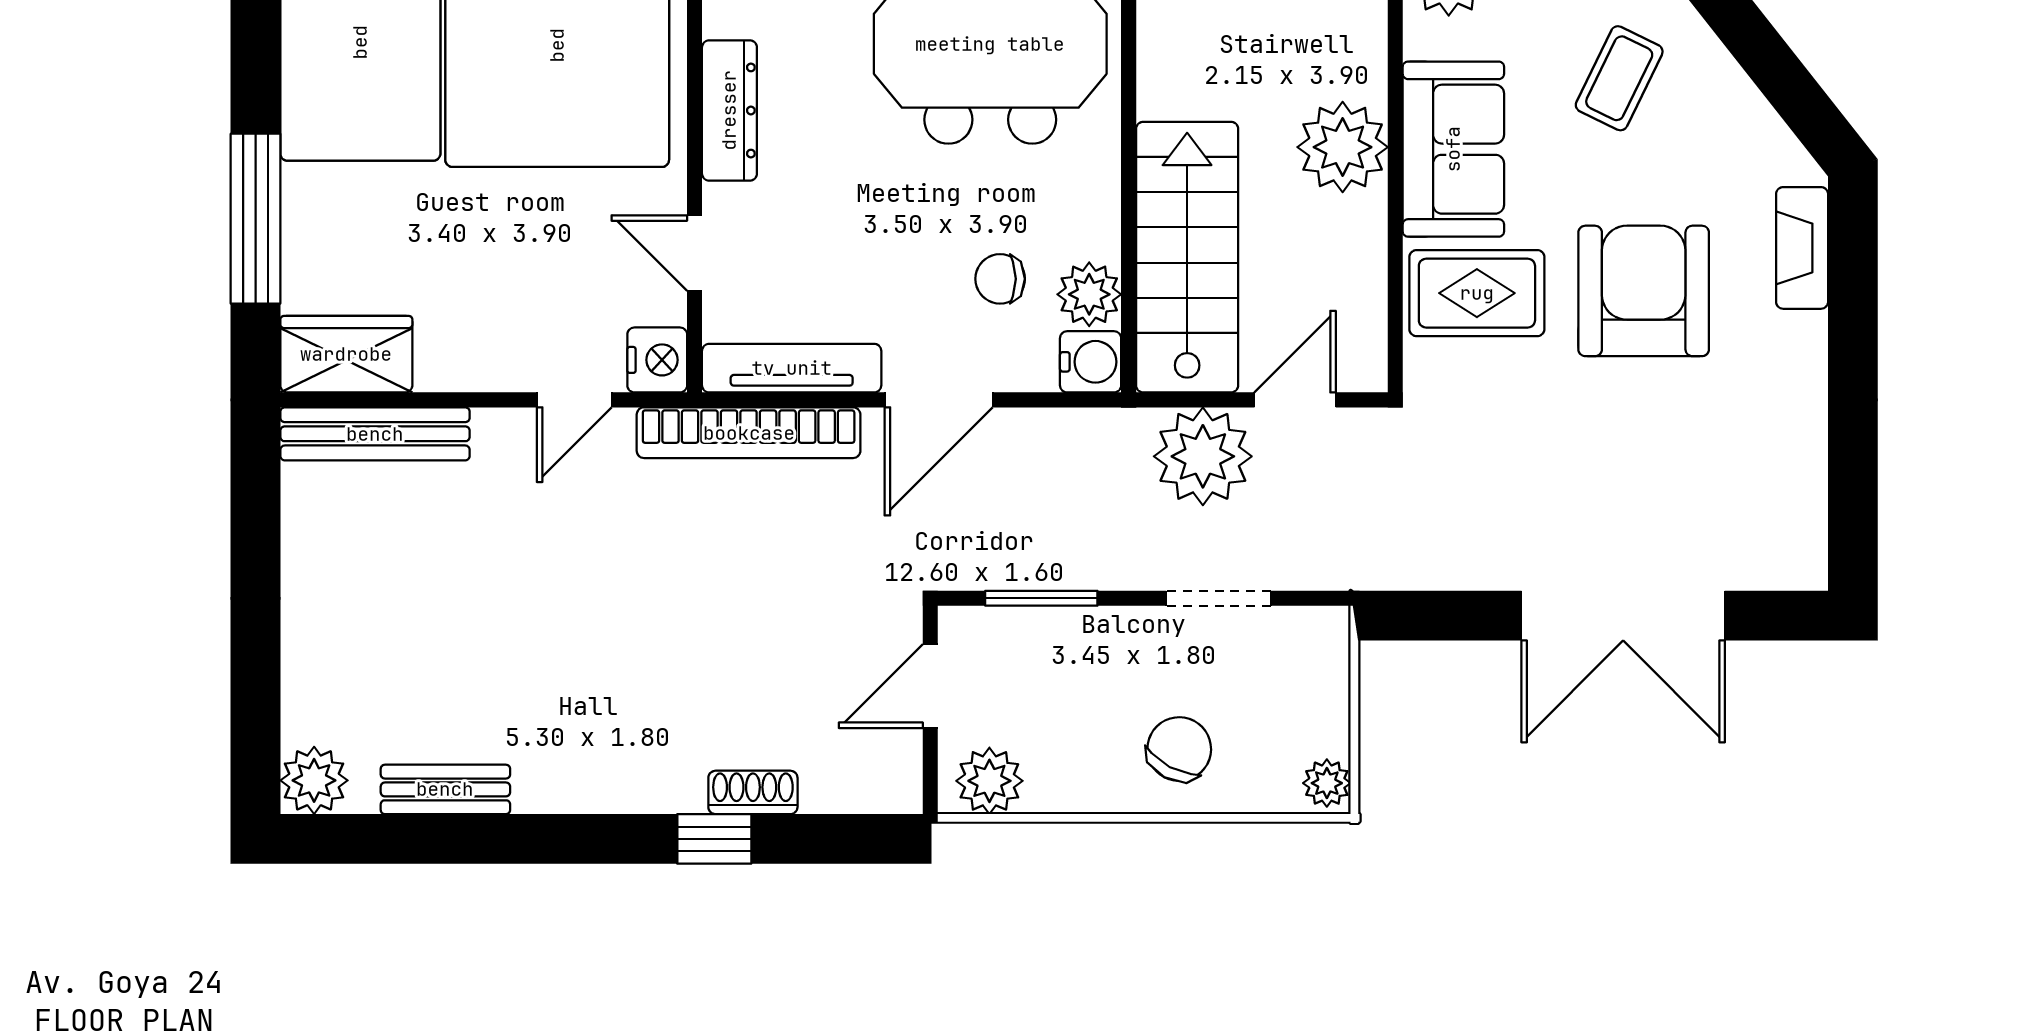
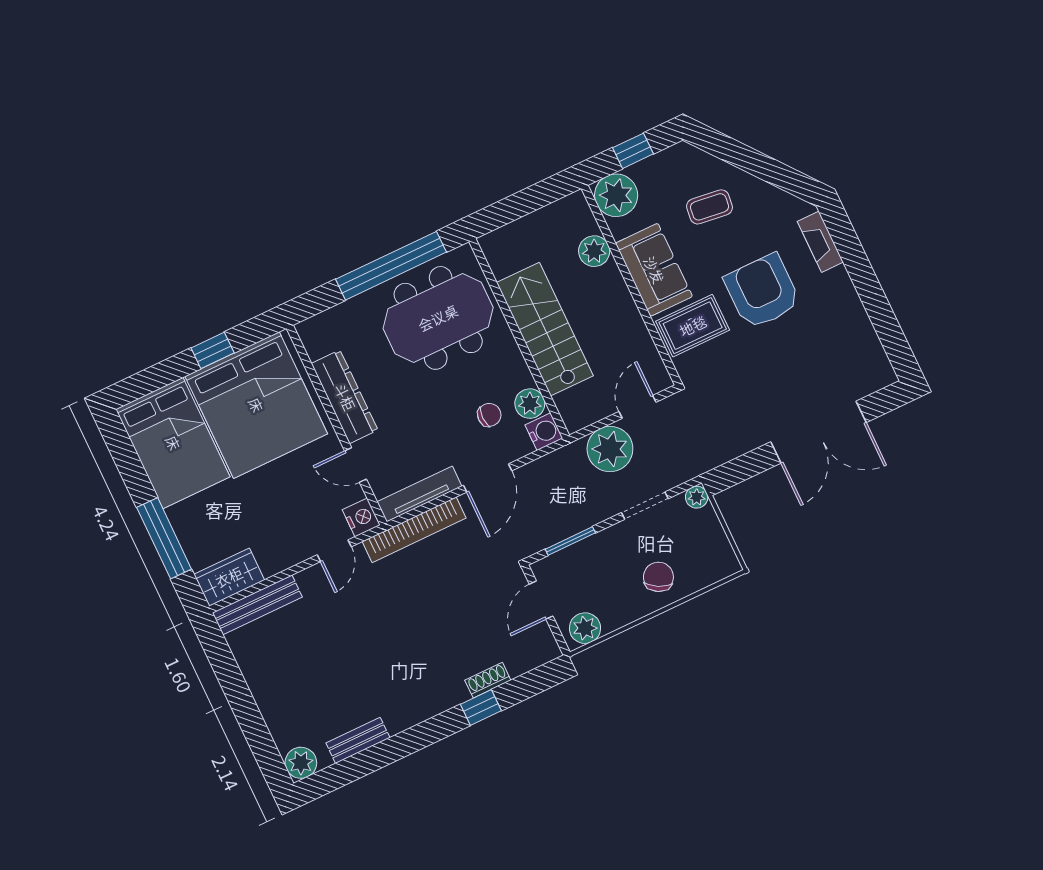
coffee table: (1619, 78) -> (710, 207), turned 71
dresser: (729, 110) -> (345, 397), width x1.37, depth x1.24
plant: (1343, 147) -> (594, 251), moved, width x0.73, depth x0.73
stairs: (1187, 257) -> (545, 329), moved
chair: (1000, 279) -> (489, 415), turned 180
plant: (1327, 783) -> (697, 497), moved

